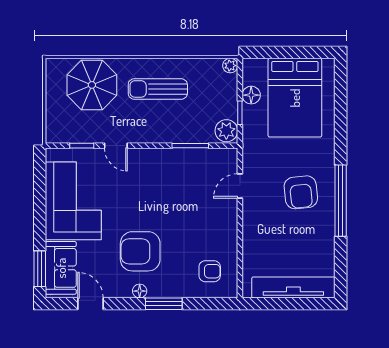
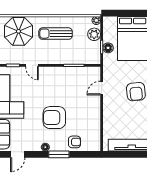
floor lamp: (251, 95) -> (108, 48), moved
plant: (226, 131) -> (94, 34), moved
armchair: (140, 251) -> (54, 118), moved
armchair: (210, 271) -> (75, 142), moved
door: (91, 304) -> (18, 154), swing flipped

